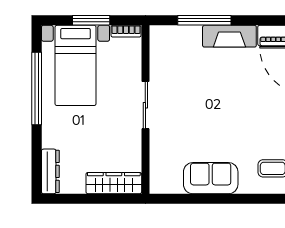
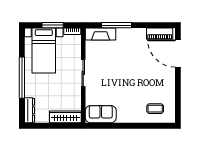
fireplace: (229, 36) -> (101, 34), moved
window: (37, 89) -> (22, 78), moved
sofa: (211, 178) -> (101, 114), moved

